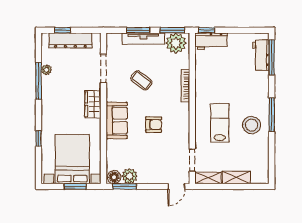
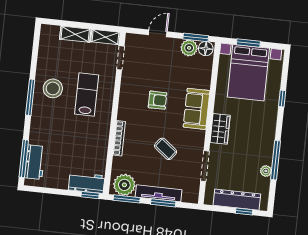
lab bench: (220, 123) -> (87, 95), turned 180
armchair: (154, 125) -> (158, 100), turned 180
door: (176, 186) -> (158, 33), moved

